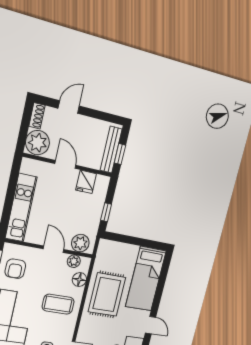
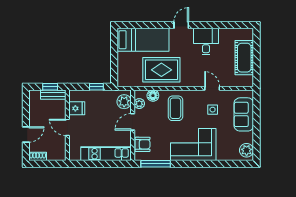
door: (69, 107) -> (26, 134), swing flipped
plant: (38, 143) -> (56, 152), removed
bench: (111, 150) -> (53, 95), width x0.73
door: (65, 164) -> (67, 127), hinge flipped
armchair: (15, 269) -> (143, 144), moved

